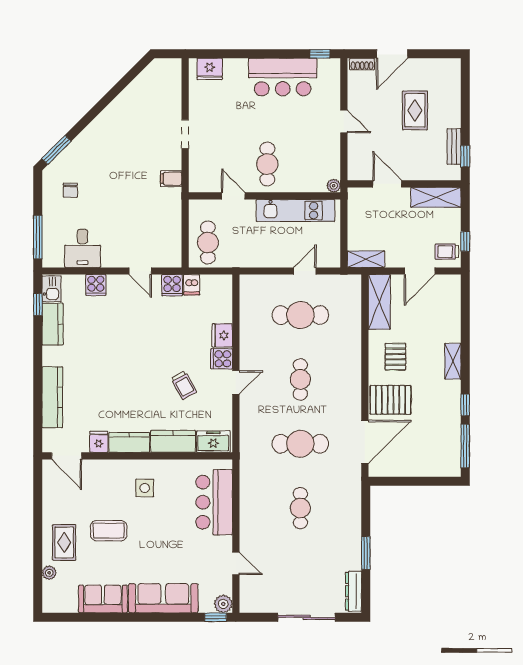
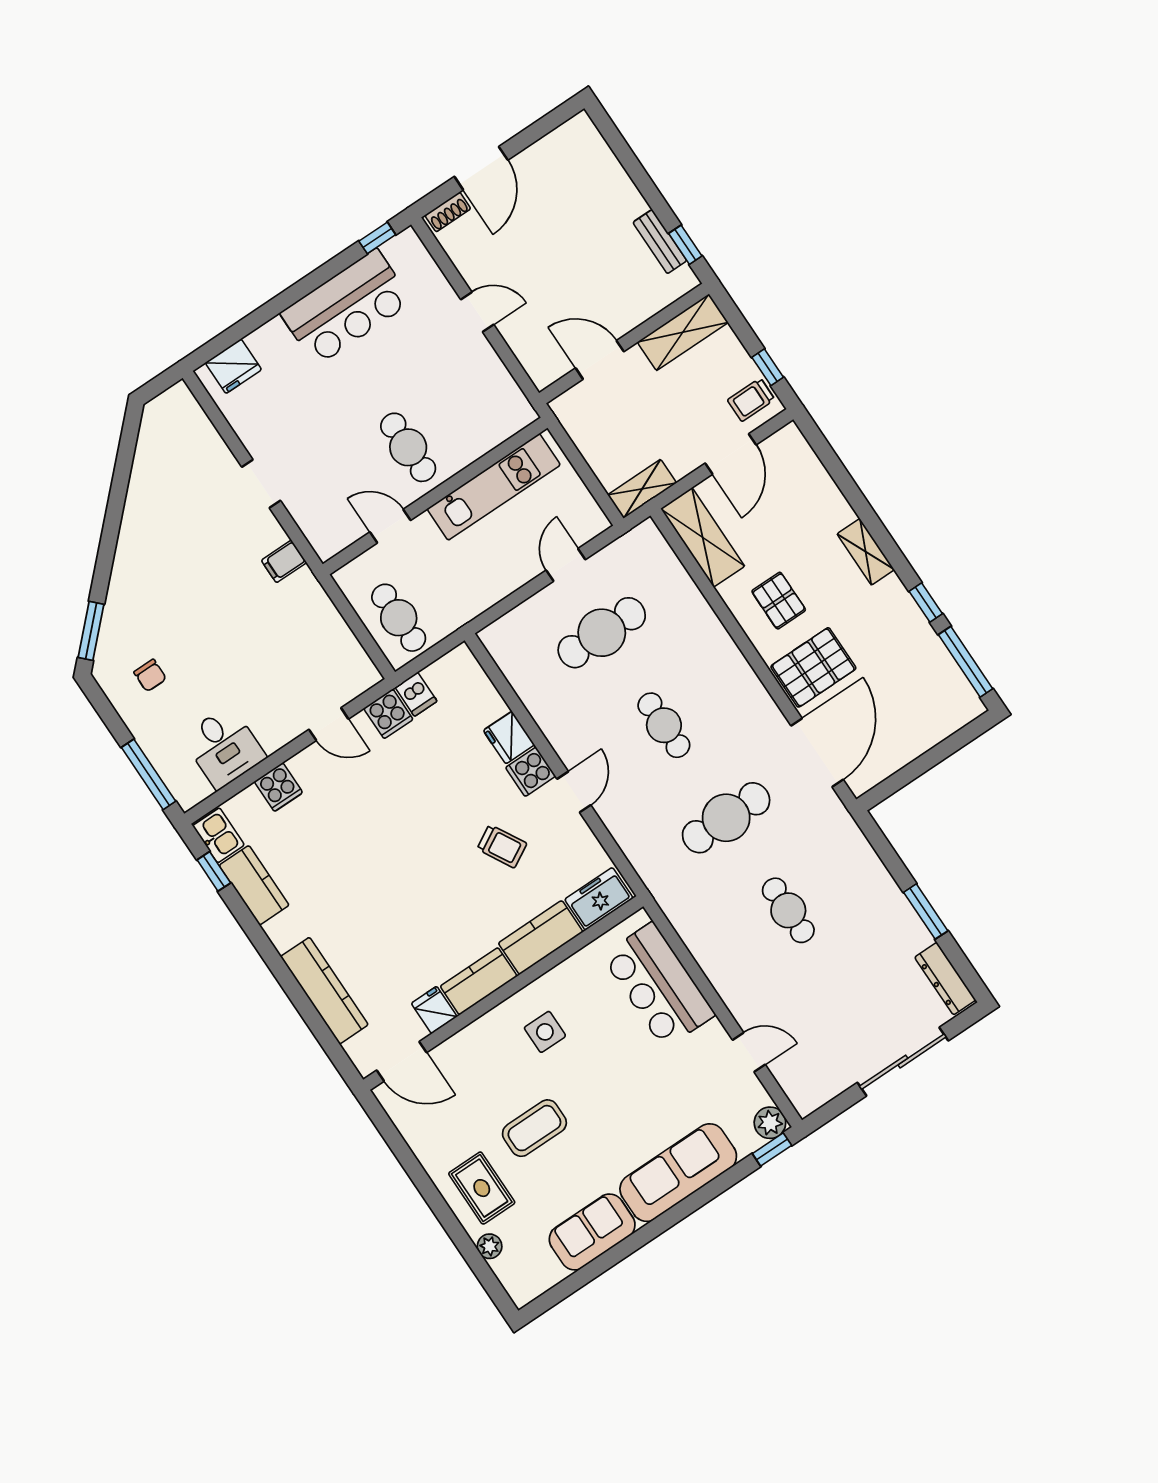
rug: (415, 110) -> (569, 227), removed
plant: (334, 186) -> (525, 414), removed

